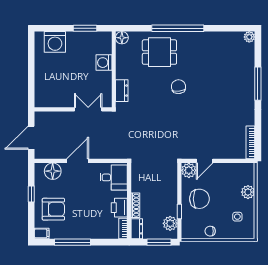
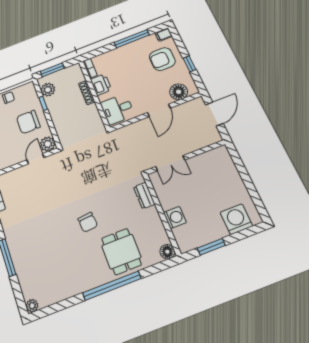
dining table: (159, 52) -> (121, 252), turned 90
dresser: (137, 229) -> (77, 73), removed

